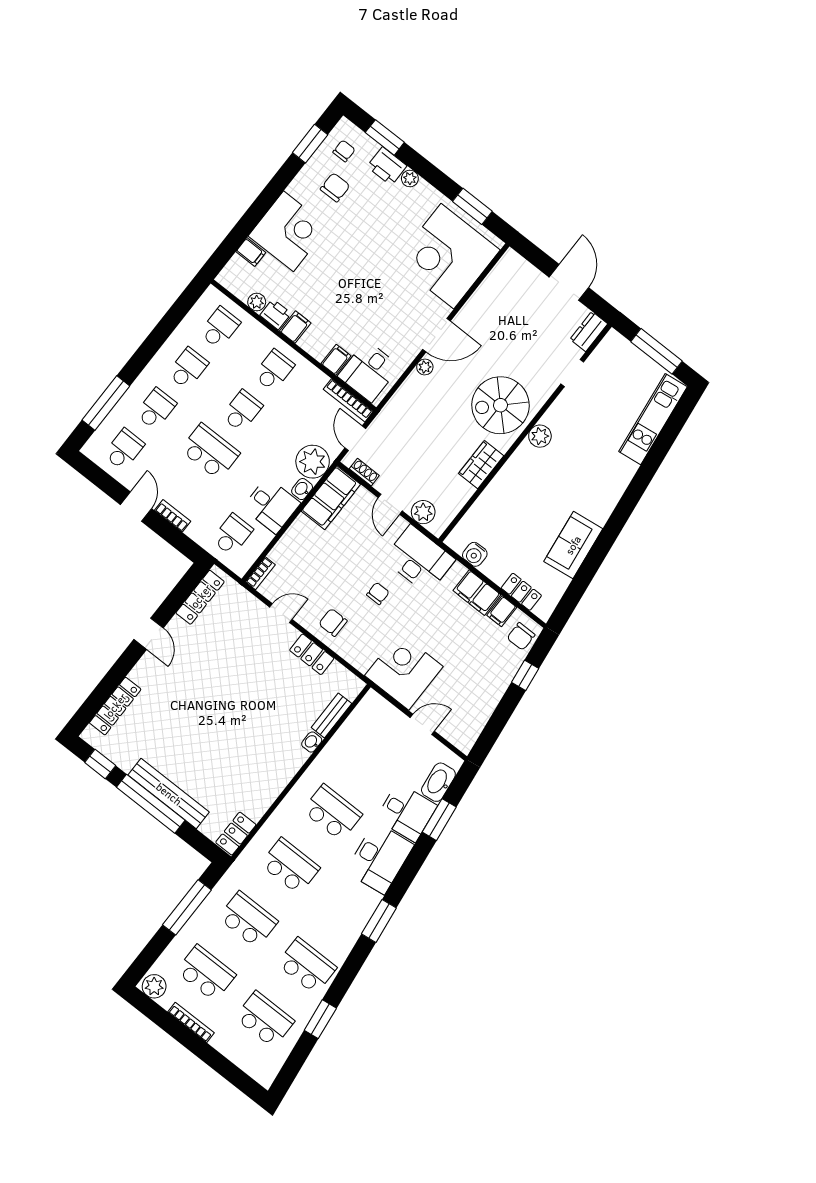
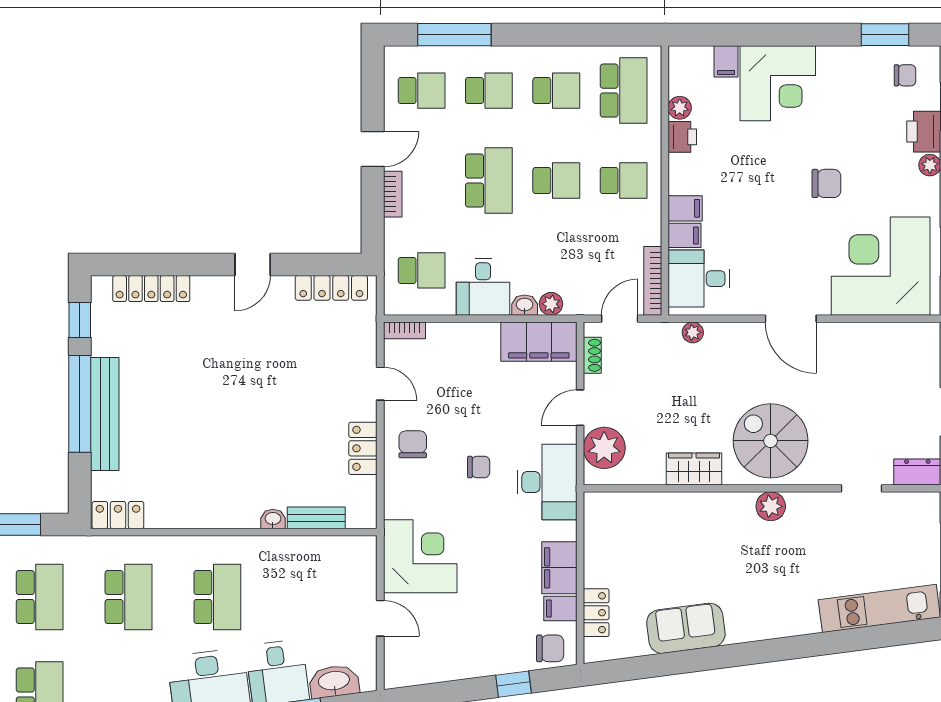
chair: (335, 187) -> (826, 183), moved
filing cabinet: (295, 327) -> (685, 208), moved
school desk: (220, 328) -> (624, 91), width x1.85
plant: (425, 367) -> (693, 332), moved
plant: (313, 462) -> (551, 304), width x0.53, depth x0.53
plant: (423, 512) -> (604, 448), width x1.36, depth x1.36
water cooler: (475, 554) -> (597, 535), removed
chair: (521, 636) -> (550, 648), turned 180

